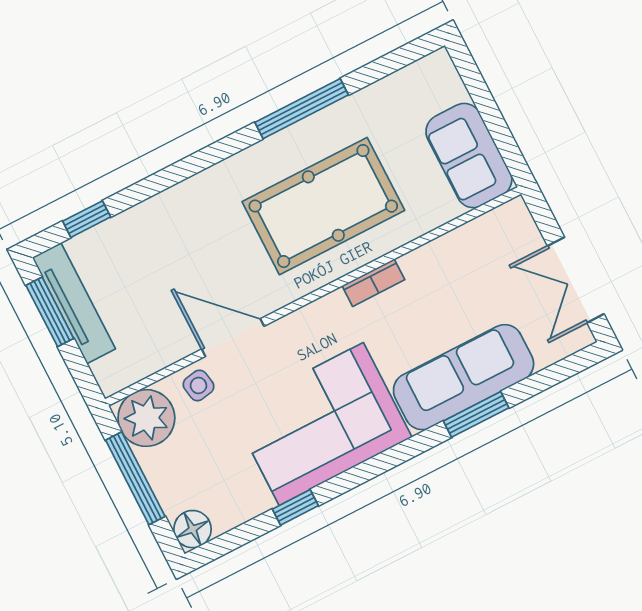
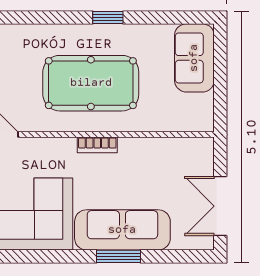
window: (302, 109) -> (108, 18), width x0.46
sofa: (469, 156) -> (194, 58), moved

